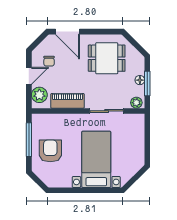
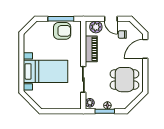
dining table: (107, 58) -> (124, 80), turned 90
armchair: (50, 151) -> (62, 31), moved

